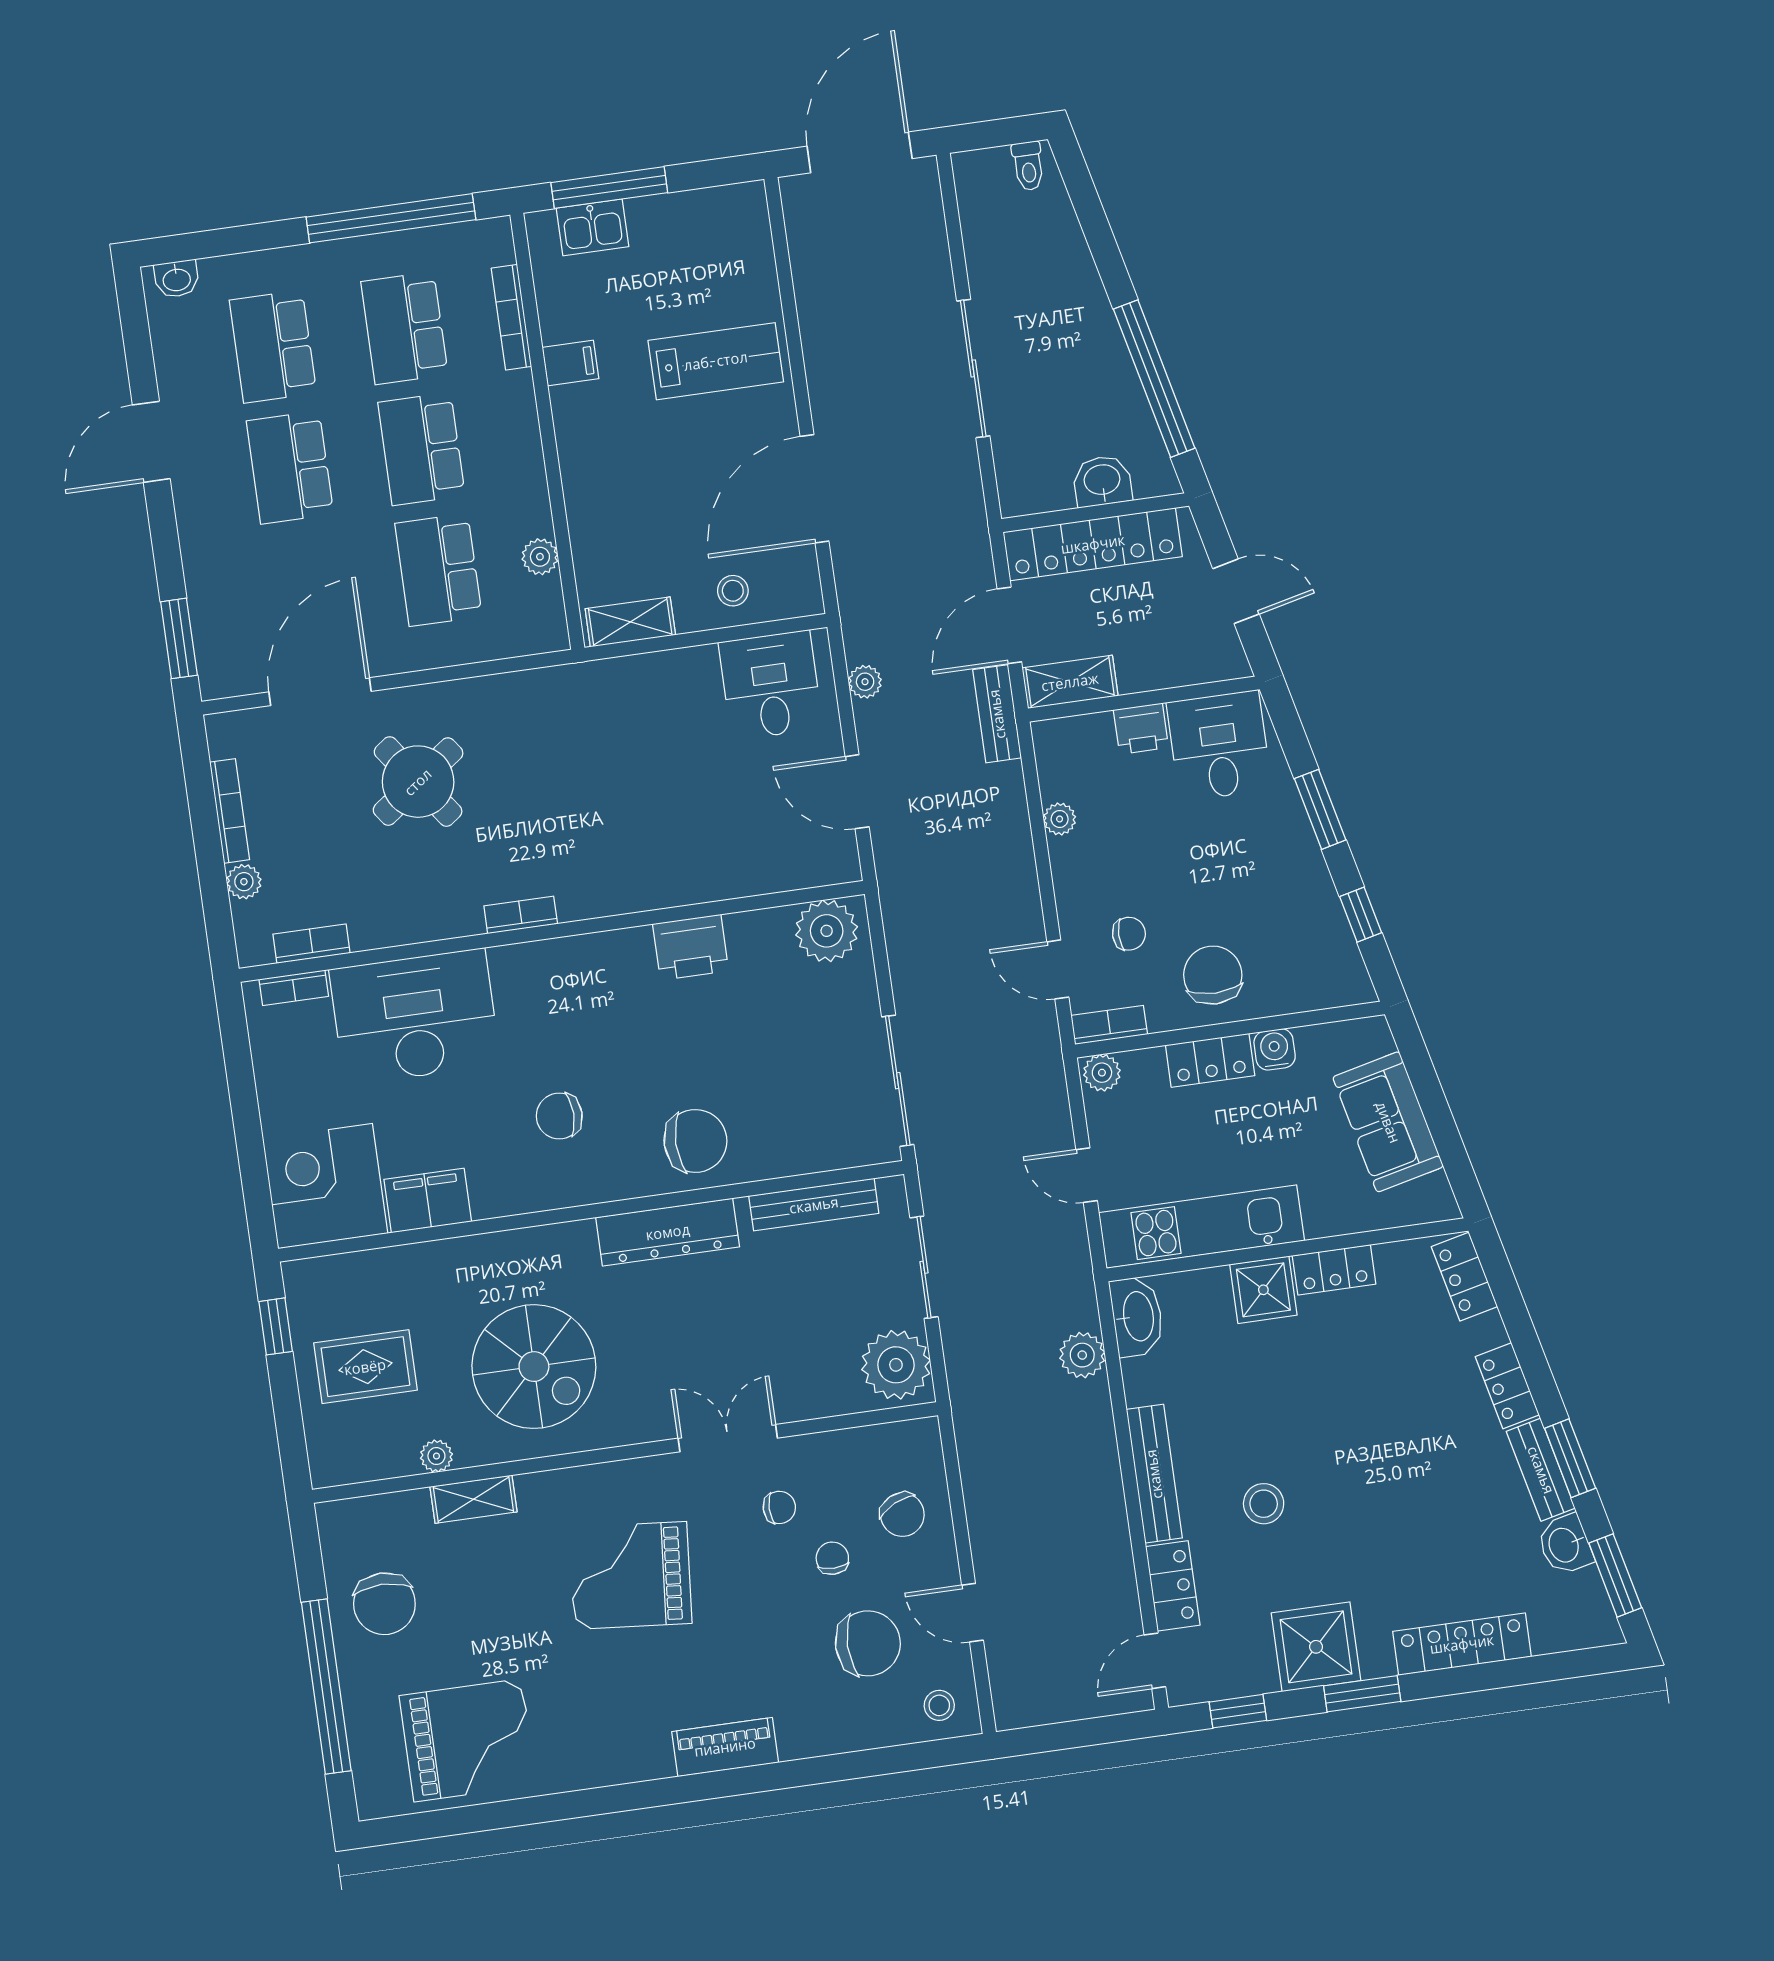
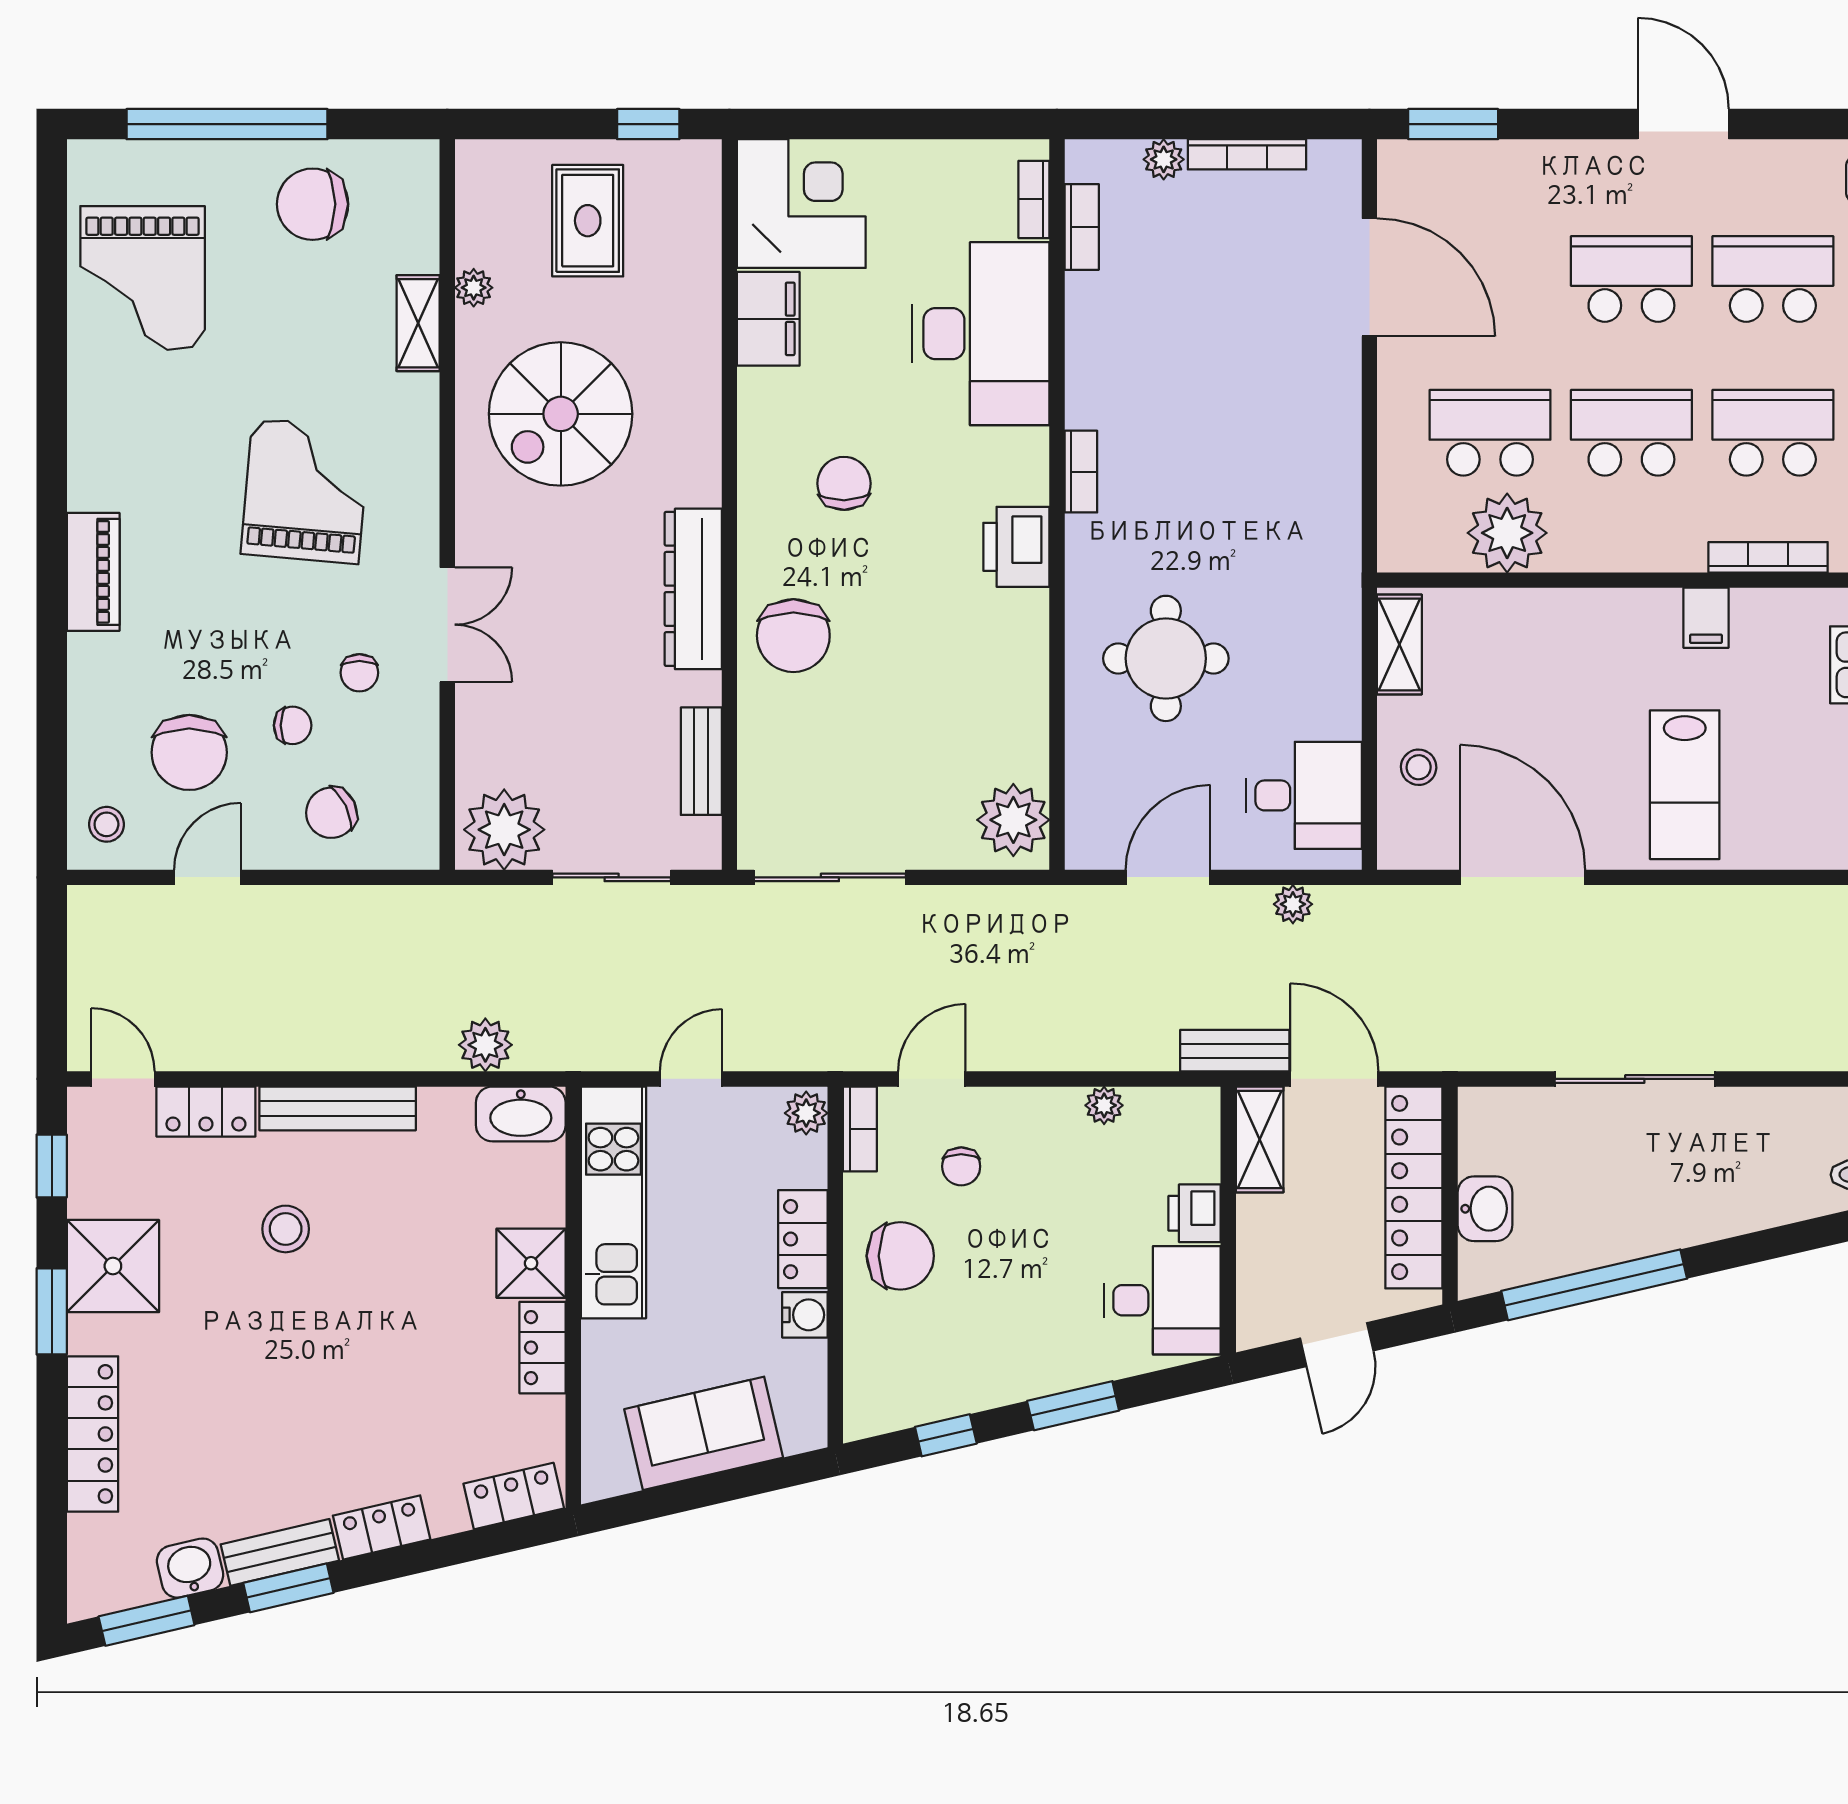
plant: (540, 557) -> (1507, 533), width x1.88, depth x1.88
round table: (418, 782) -> (1166, 658), moved, turned 36
printer: (691, 947) -> (1016, 547), moved
bench: (814, 1205) -> (701, 761), width x0.73

